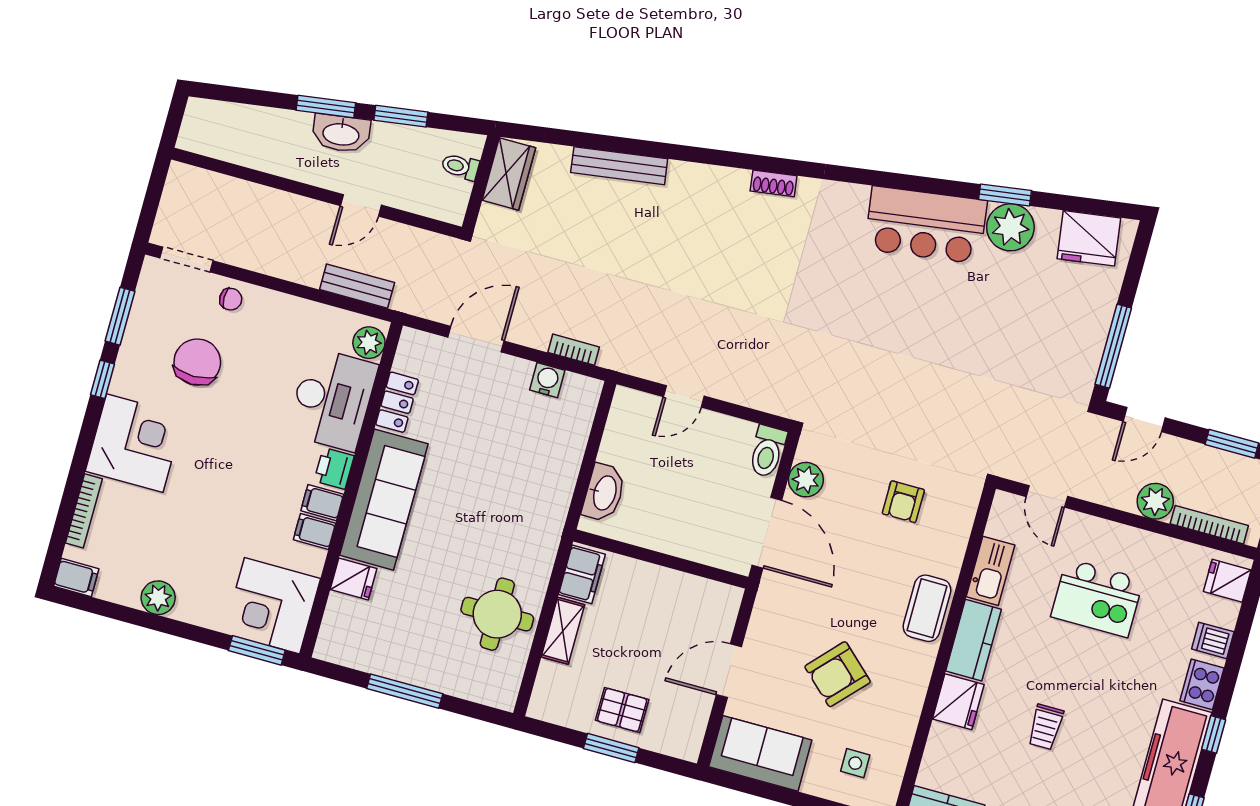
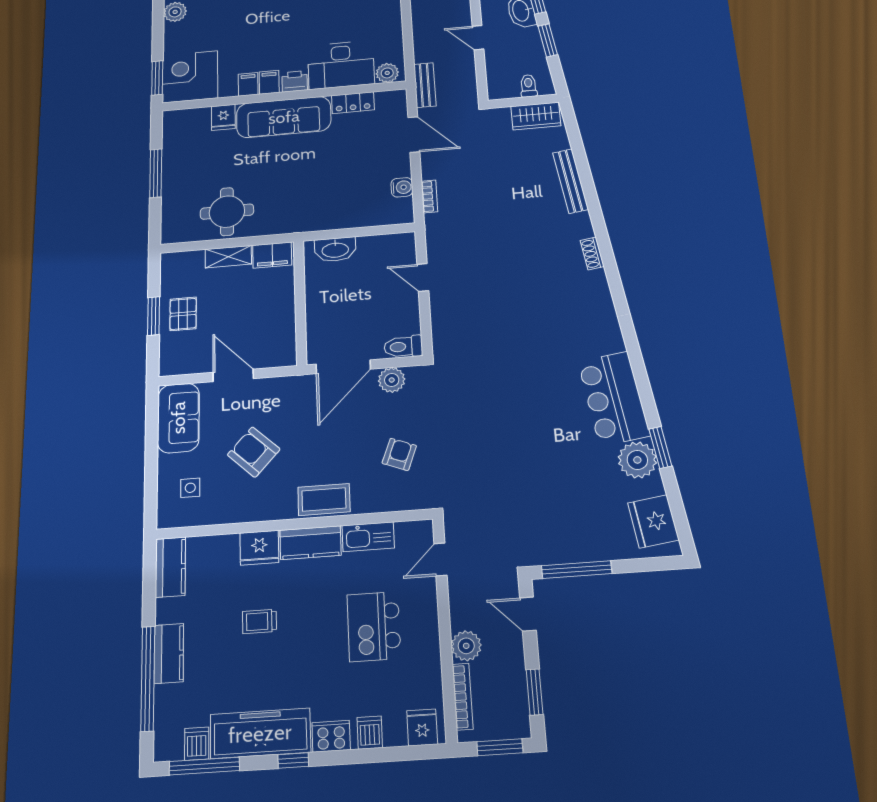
shoe rack: (774, 183) -> (592, 253), moved
bench: (357, 286) -> (425, 85), moved
armchair: (903, 502) -> (399, 454), turned 111

